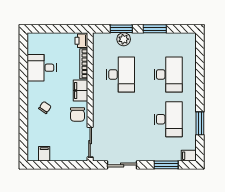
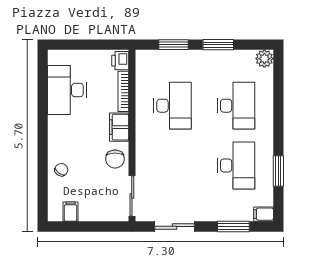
plant: (124, 39) -> (264, 59), moved
desk: (42, 68) -> (67, 90), width x1.37
chair: (45, 107) -> (61, 170), moved

